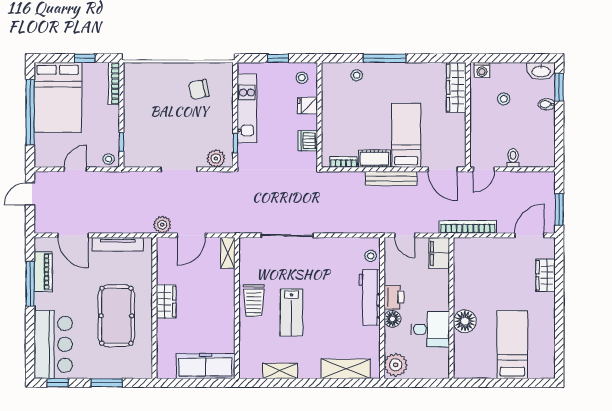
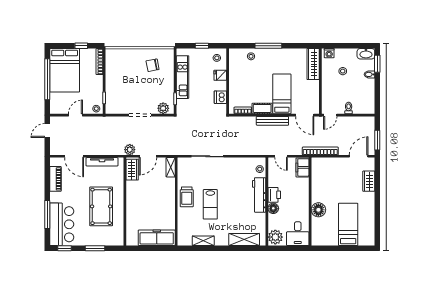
window: (30, 284) -> (47, 214), moved
wardrobe: (166, 302) -> (132, 170), moved
desk: (430, 329) -> (298, 234), moved, turned 90

